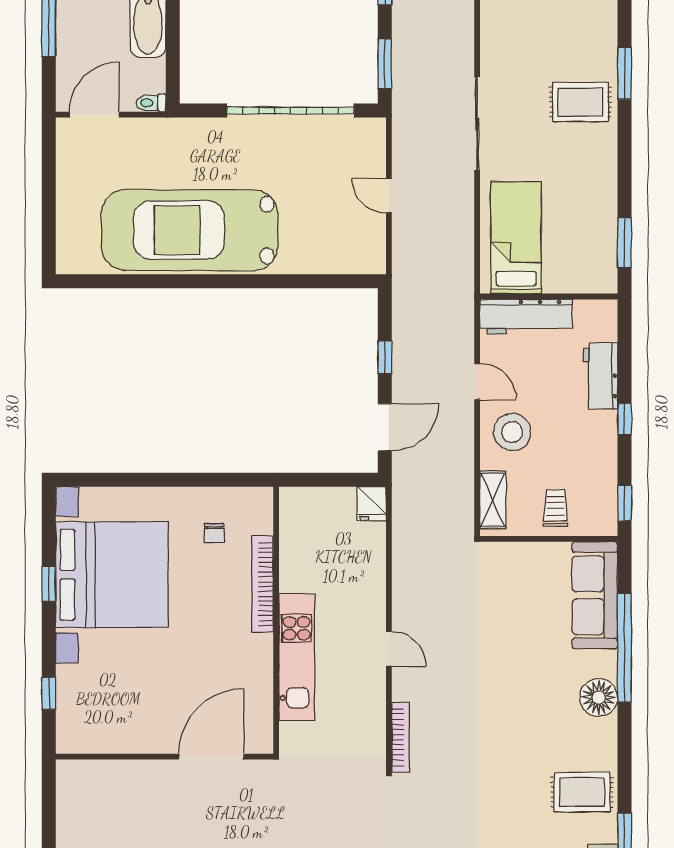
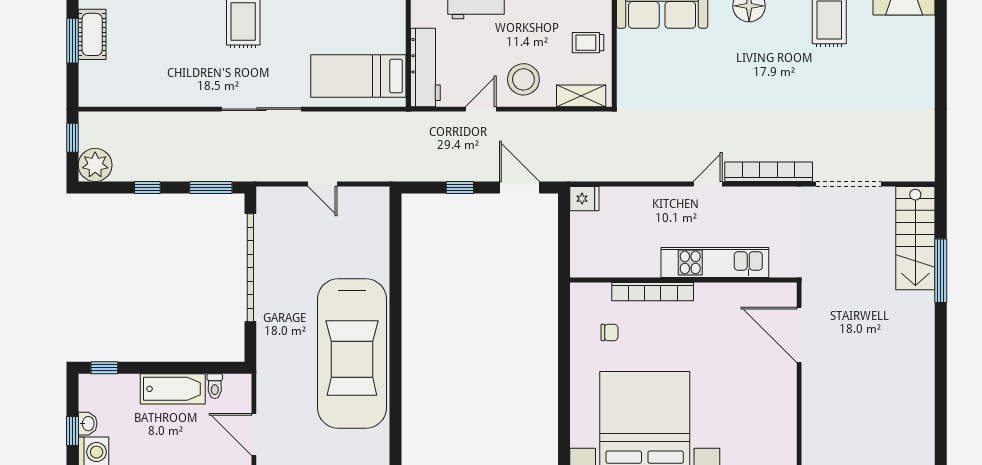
toilet: (151, 103) -> (215, 386), moved
door: (389, 195) -> (322, 184), hinge flipped
bookcase: (401, 737) -> (769, 172), width x1.48, depth x1.31

